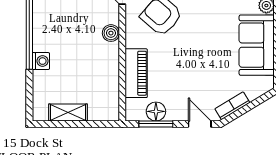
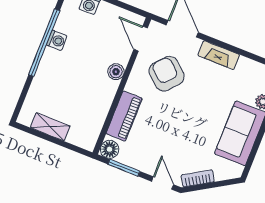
washing machine: (41, 61) -> (57, 40), moved
floor lamp: (156, 111) -> (110, 149), moved

